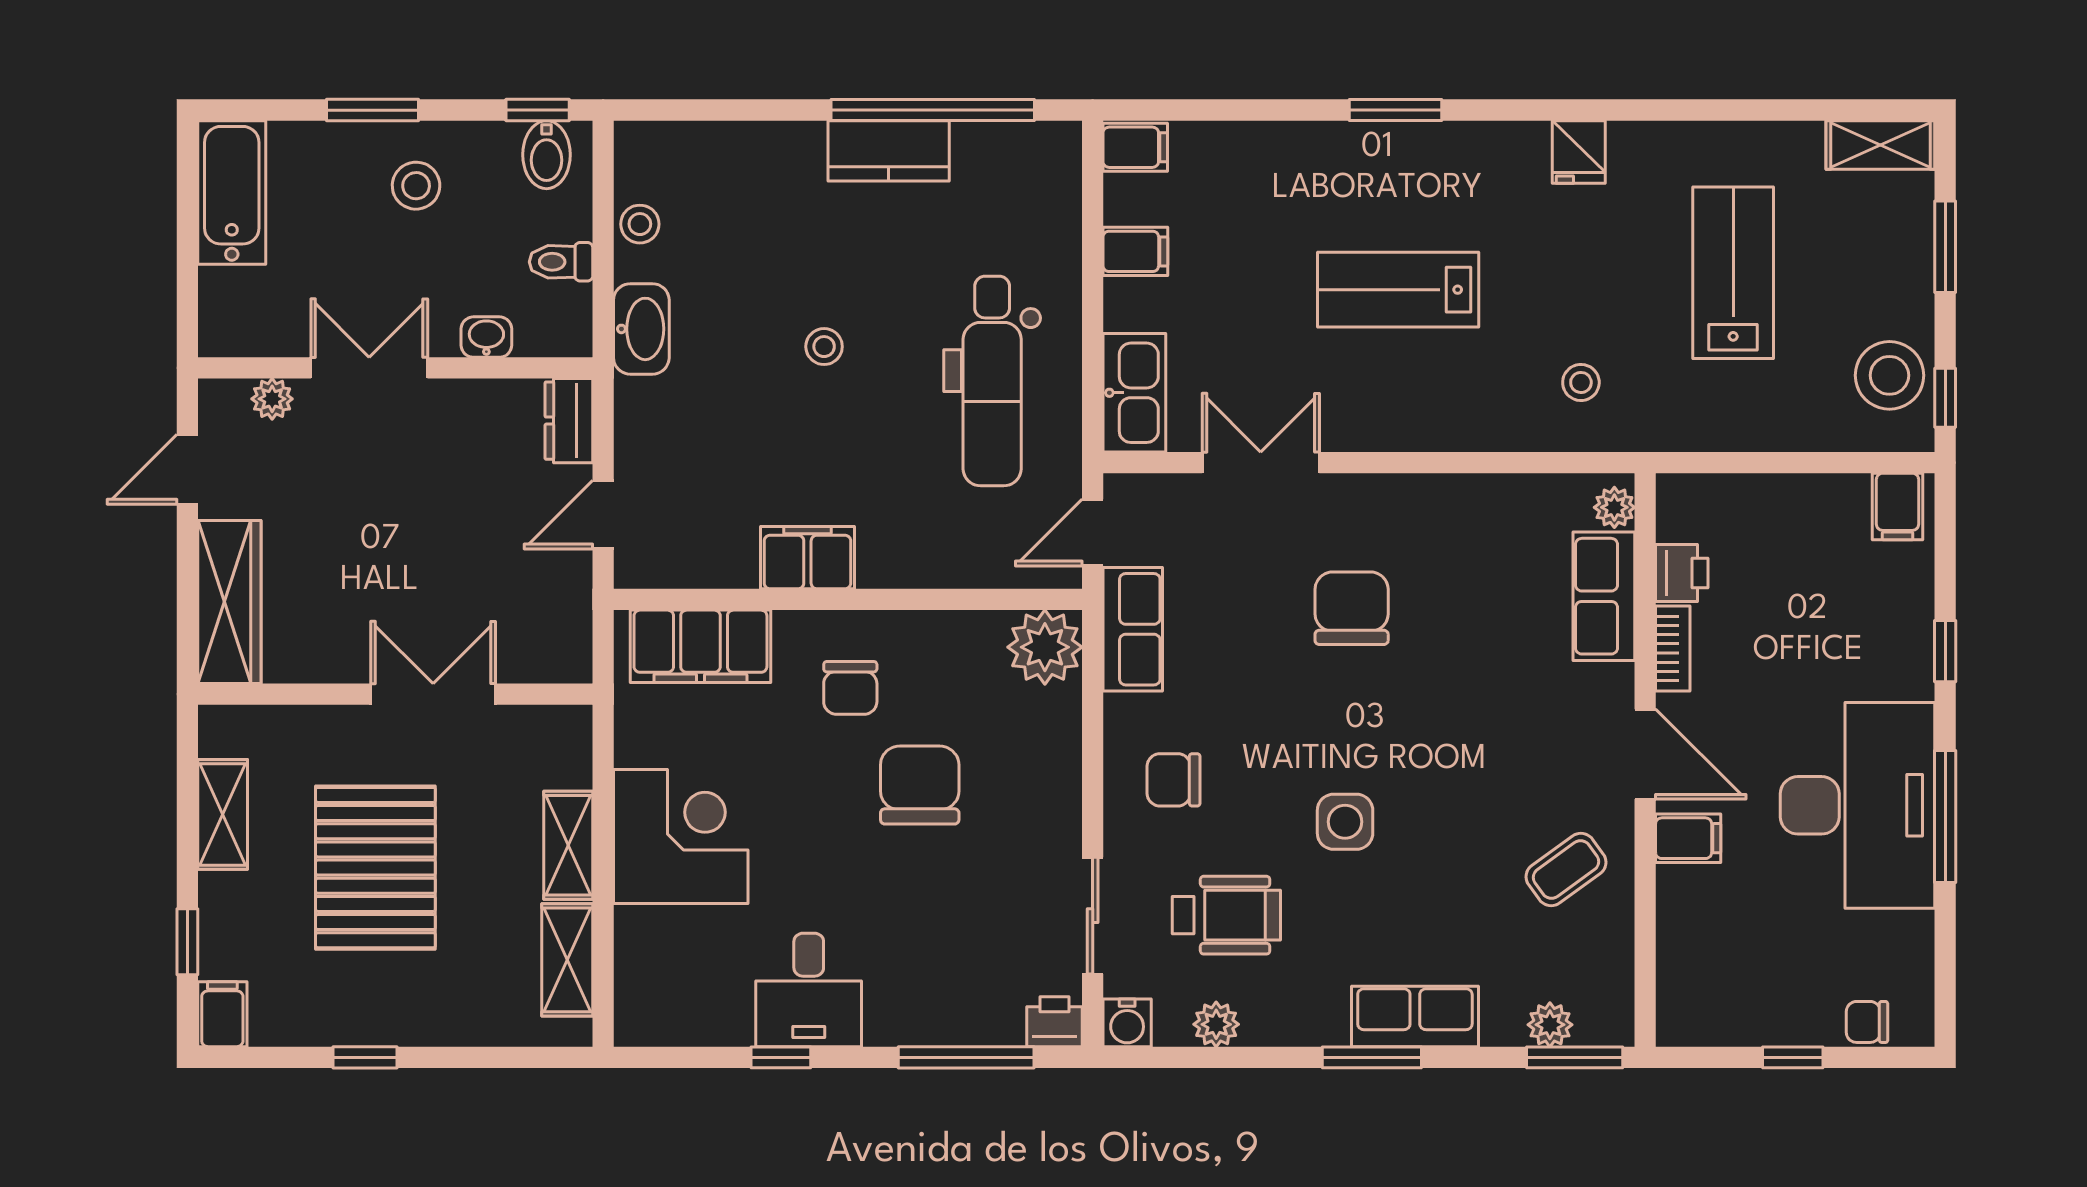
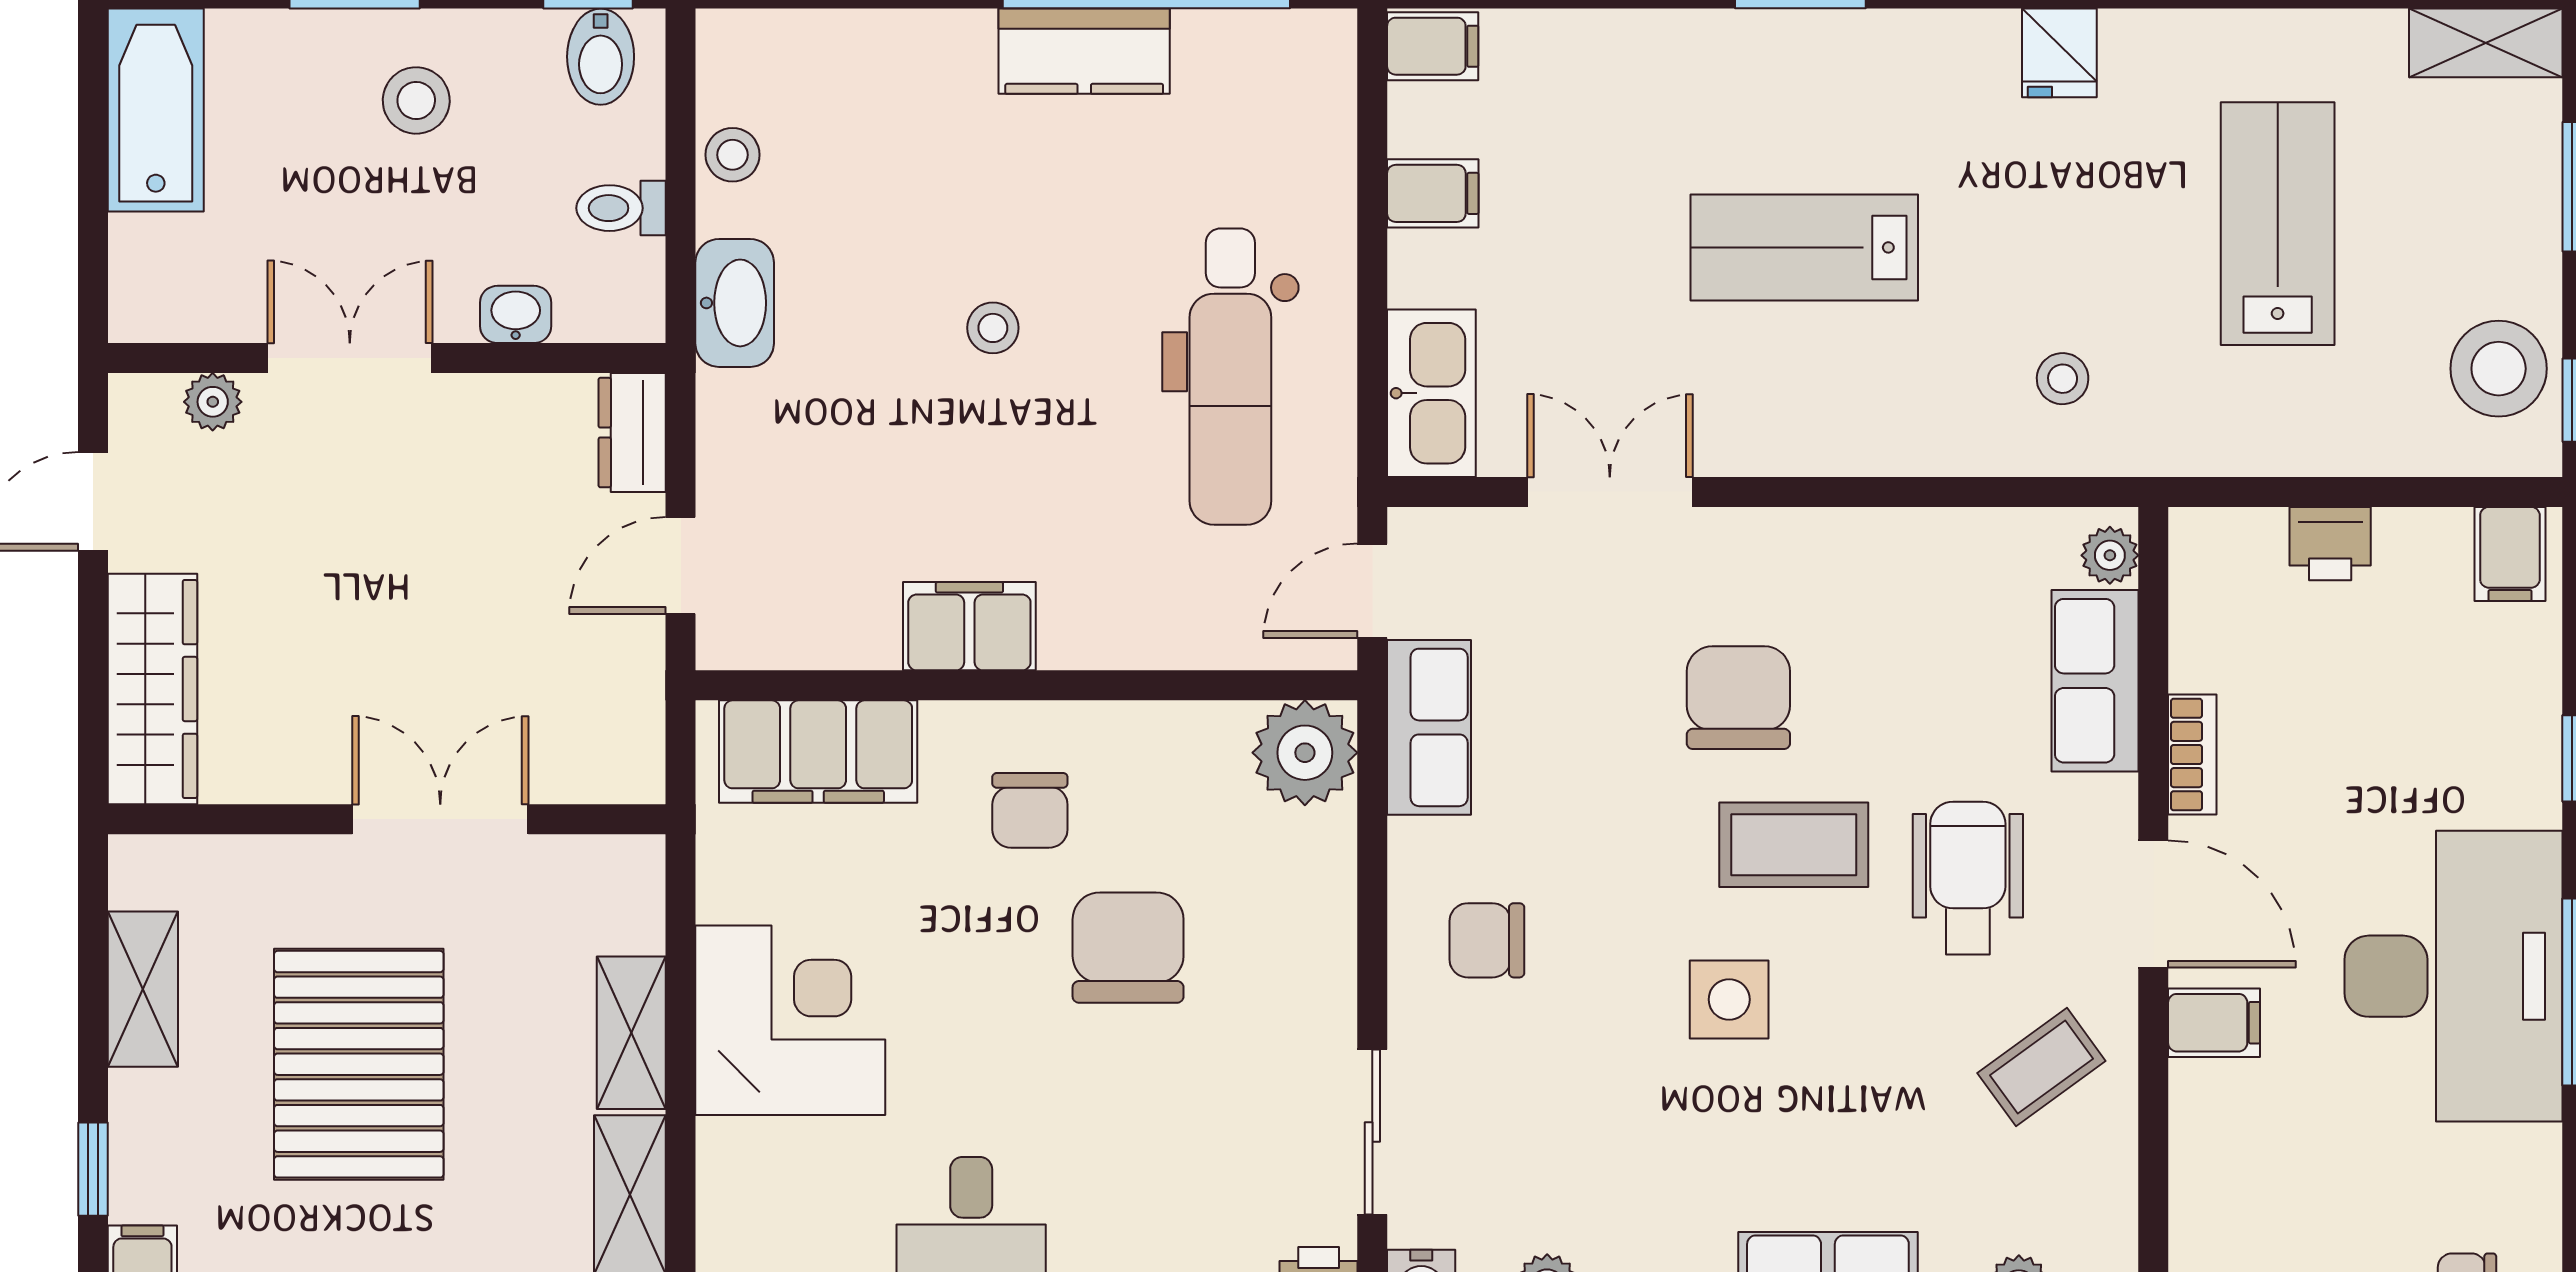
printer: (1682, 573) -> (2330, 544), moved, turned 90
coffee table: (1391, 712) -> (1794, 845), added
wheelchair: (1226, 915) -> (1968, 878), moved, turned -90

